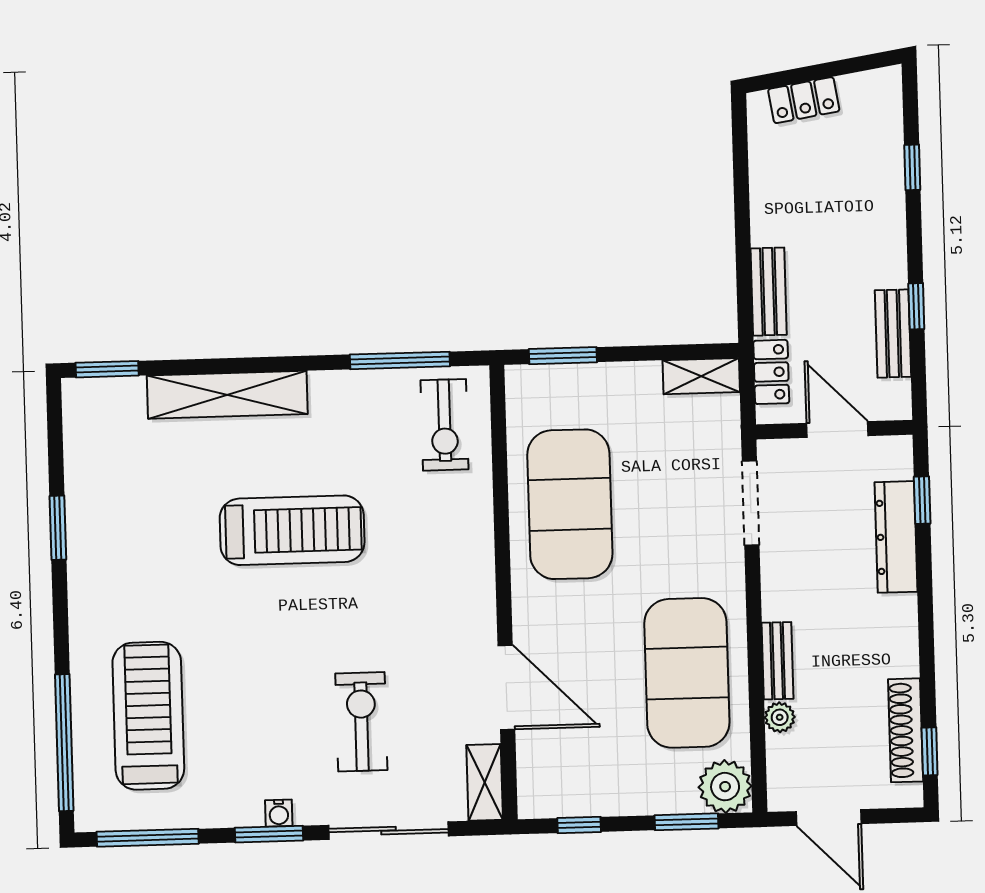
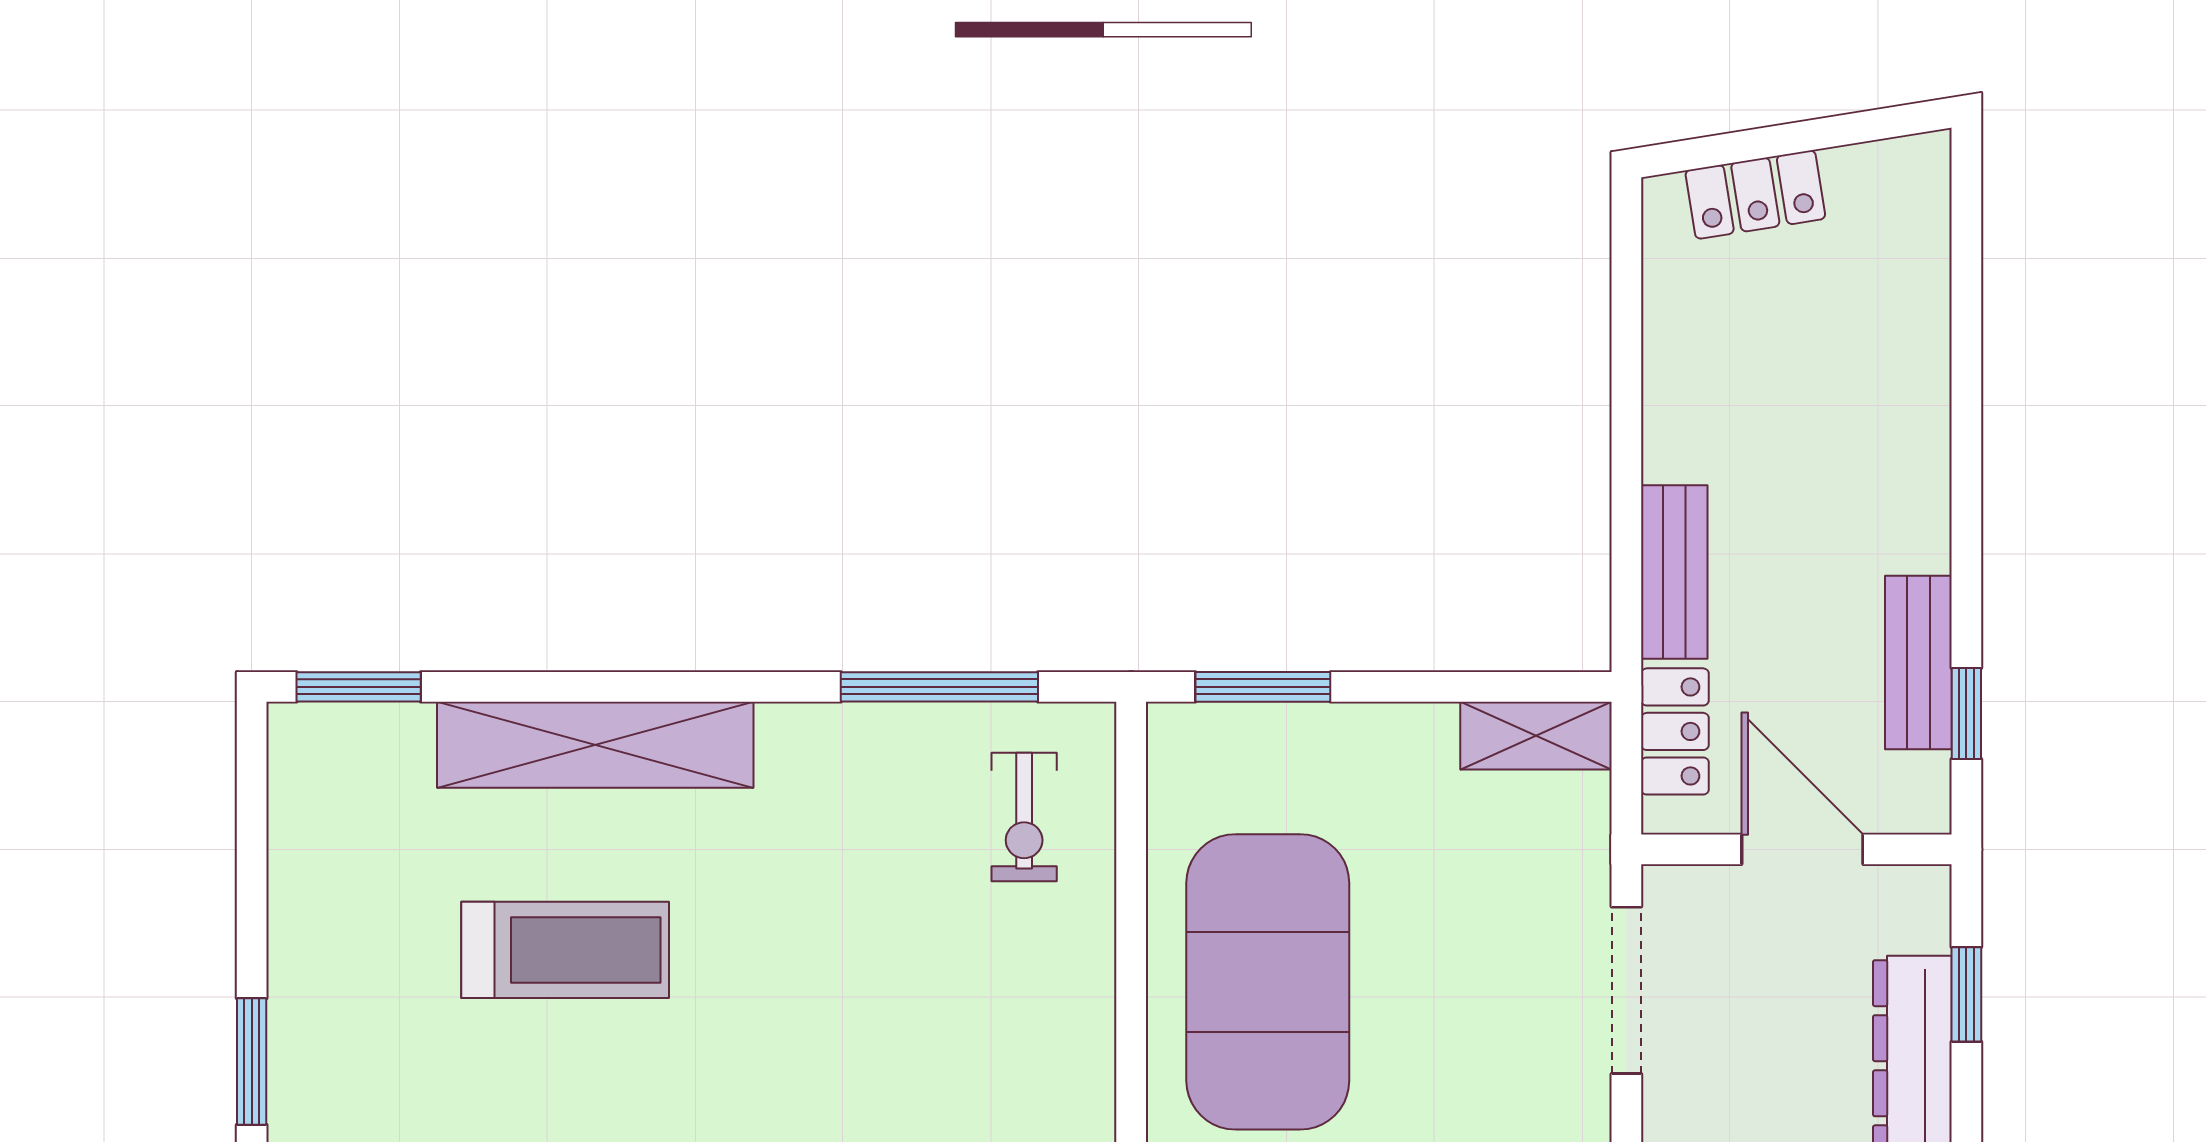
window: (912, 167) -> (1966, 334), removed
window: (916, 306) -> (1966, 714), moved
exercise bike: (445, 425) -> (1024, 817), width x0.73, depth x0.72
window: (58, 528) -> (252, 1061), moved
treadmill: (292, 530) -> (565, 950), moved, width x0.73, depth x0.73

